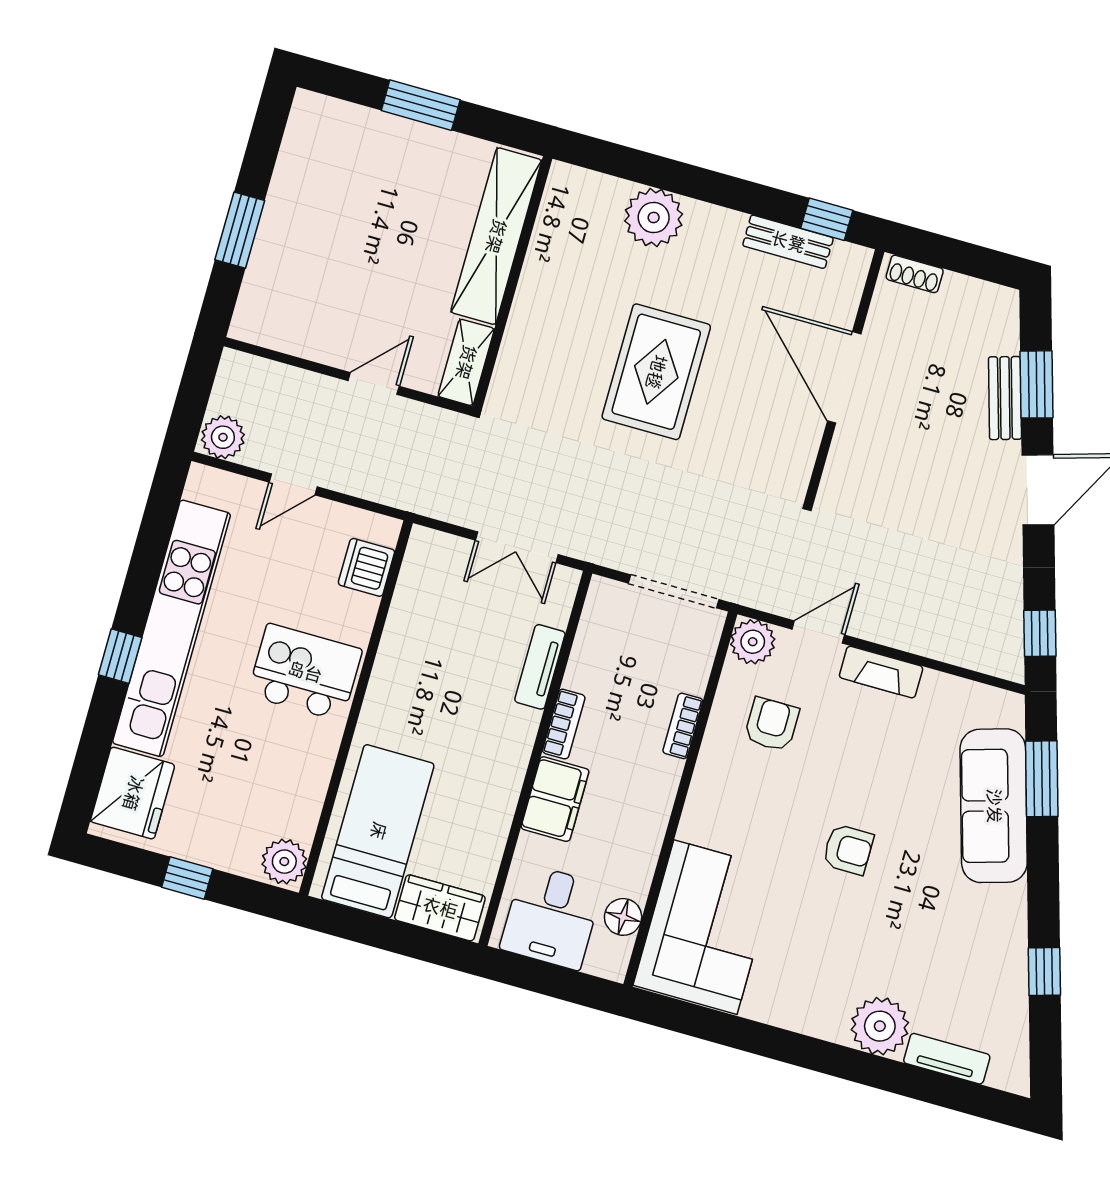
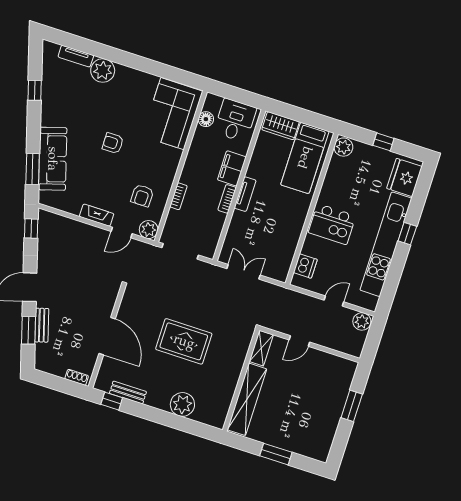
rug: (656, 372) -> (184, 341), turned 90
tv unit: (540, 667) -> (245, 194), moved

